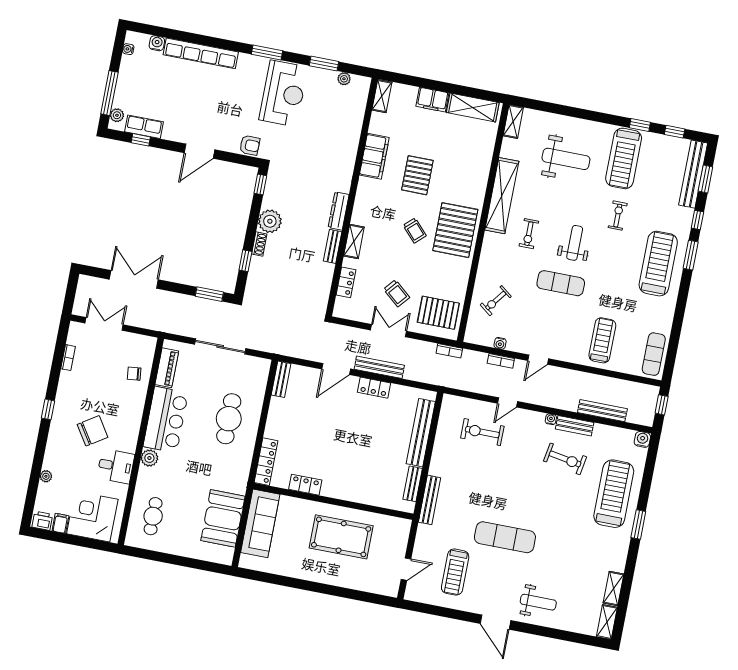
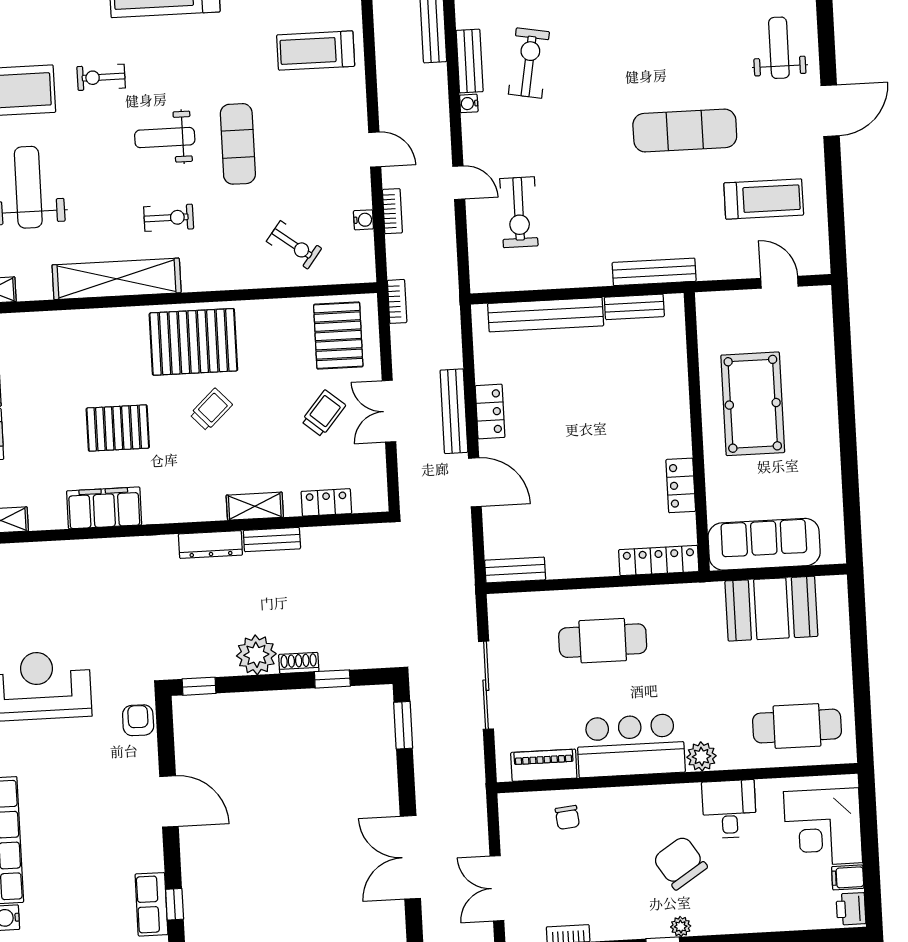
plant: (46, 476) -> (681, 927), moved
cafe table: (153, 516) -> (797, 726), width x1.37, depth x1.35
exercise mat: (505, 537) -> (685, 130), turned 90

